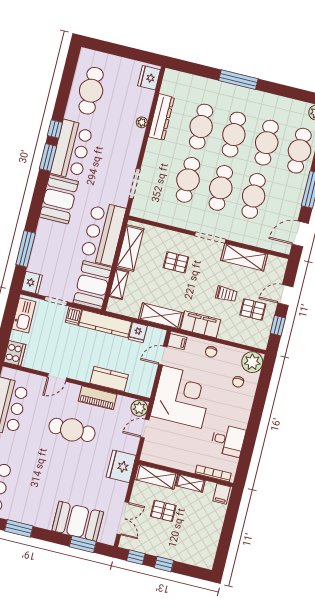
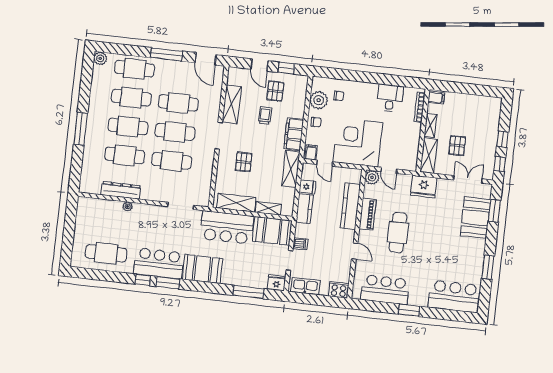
fridge: (149, 78) -> (89, 205), removed
kitchen counter: (105, 324) -> (305, 209), width x0.67
plant: (252, 362) -> (319, 100), moved
kitchen counter: (109, 379) -> (350, 206), width x1.50

